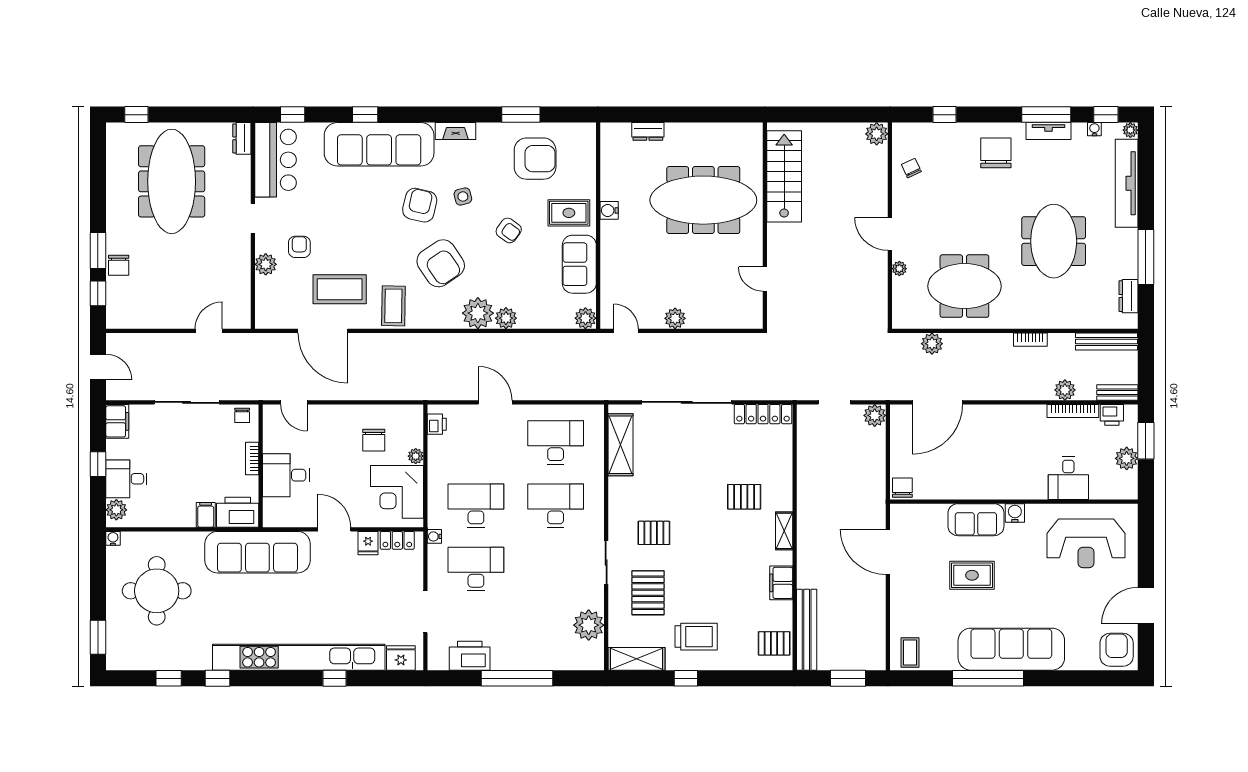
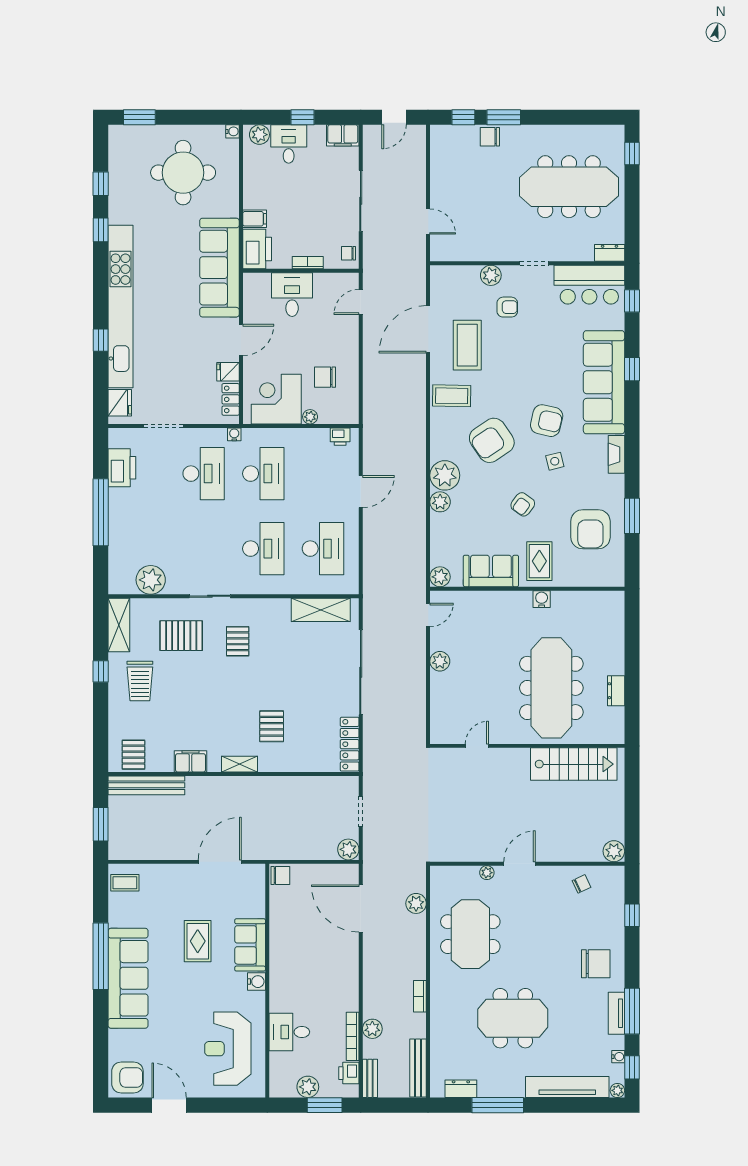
dresser: (648, 131) -> (616, 691), moved

